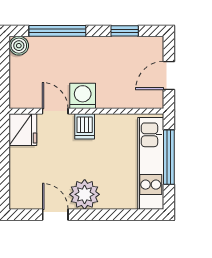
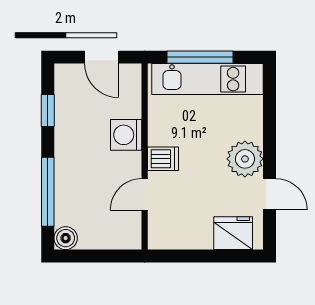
washing machine: (83, 96) -> (126, 135), moved
fridge: (23, 130) -> (233, 233), moved
door: (55, 215) -> (269, 194), swing flipped

